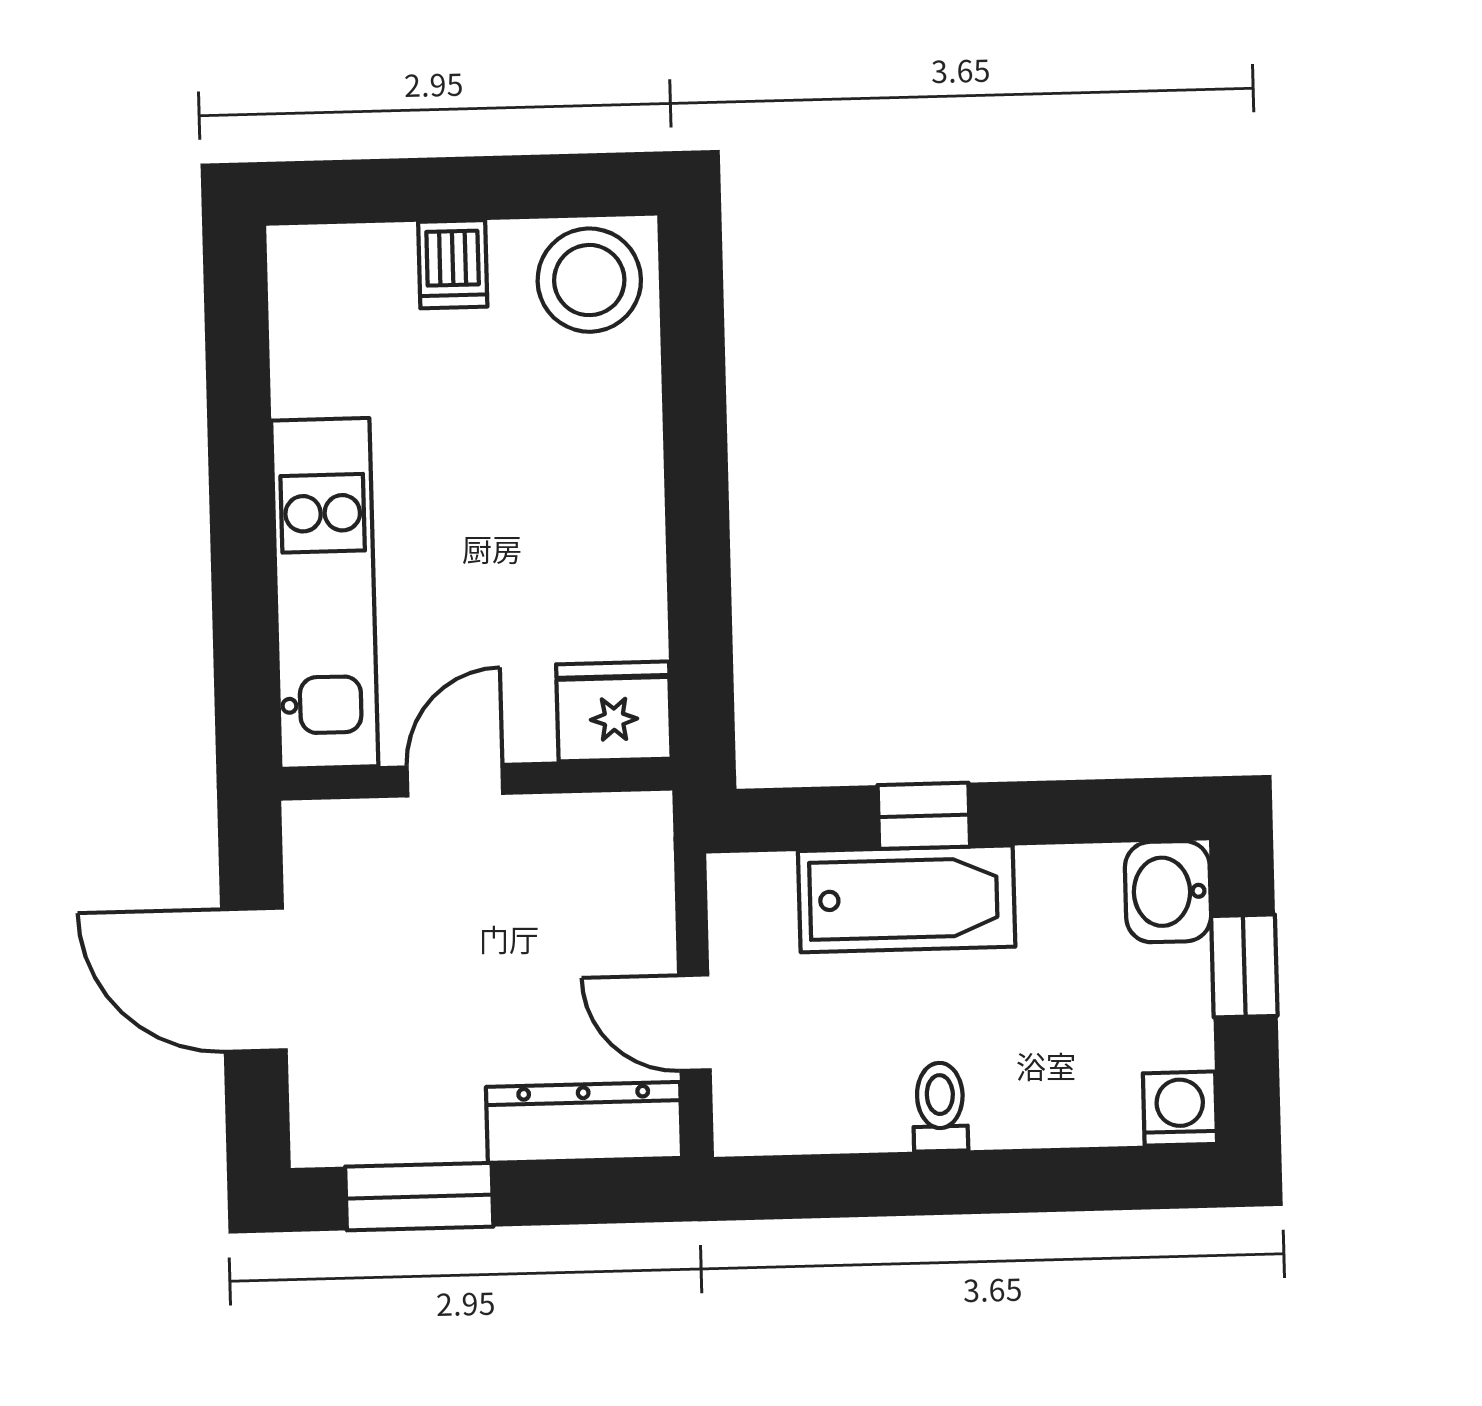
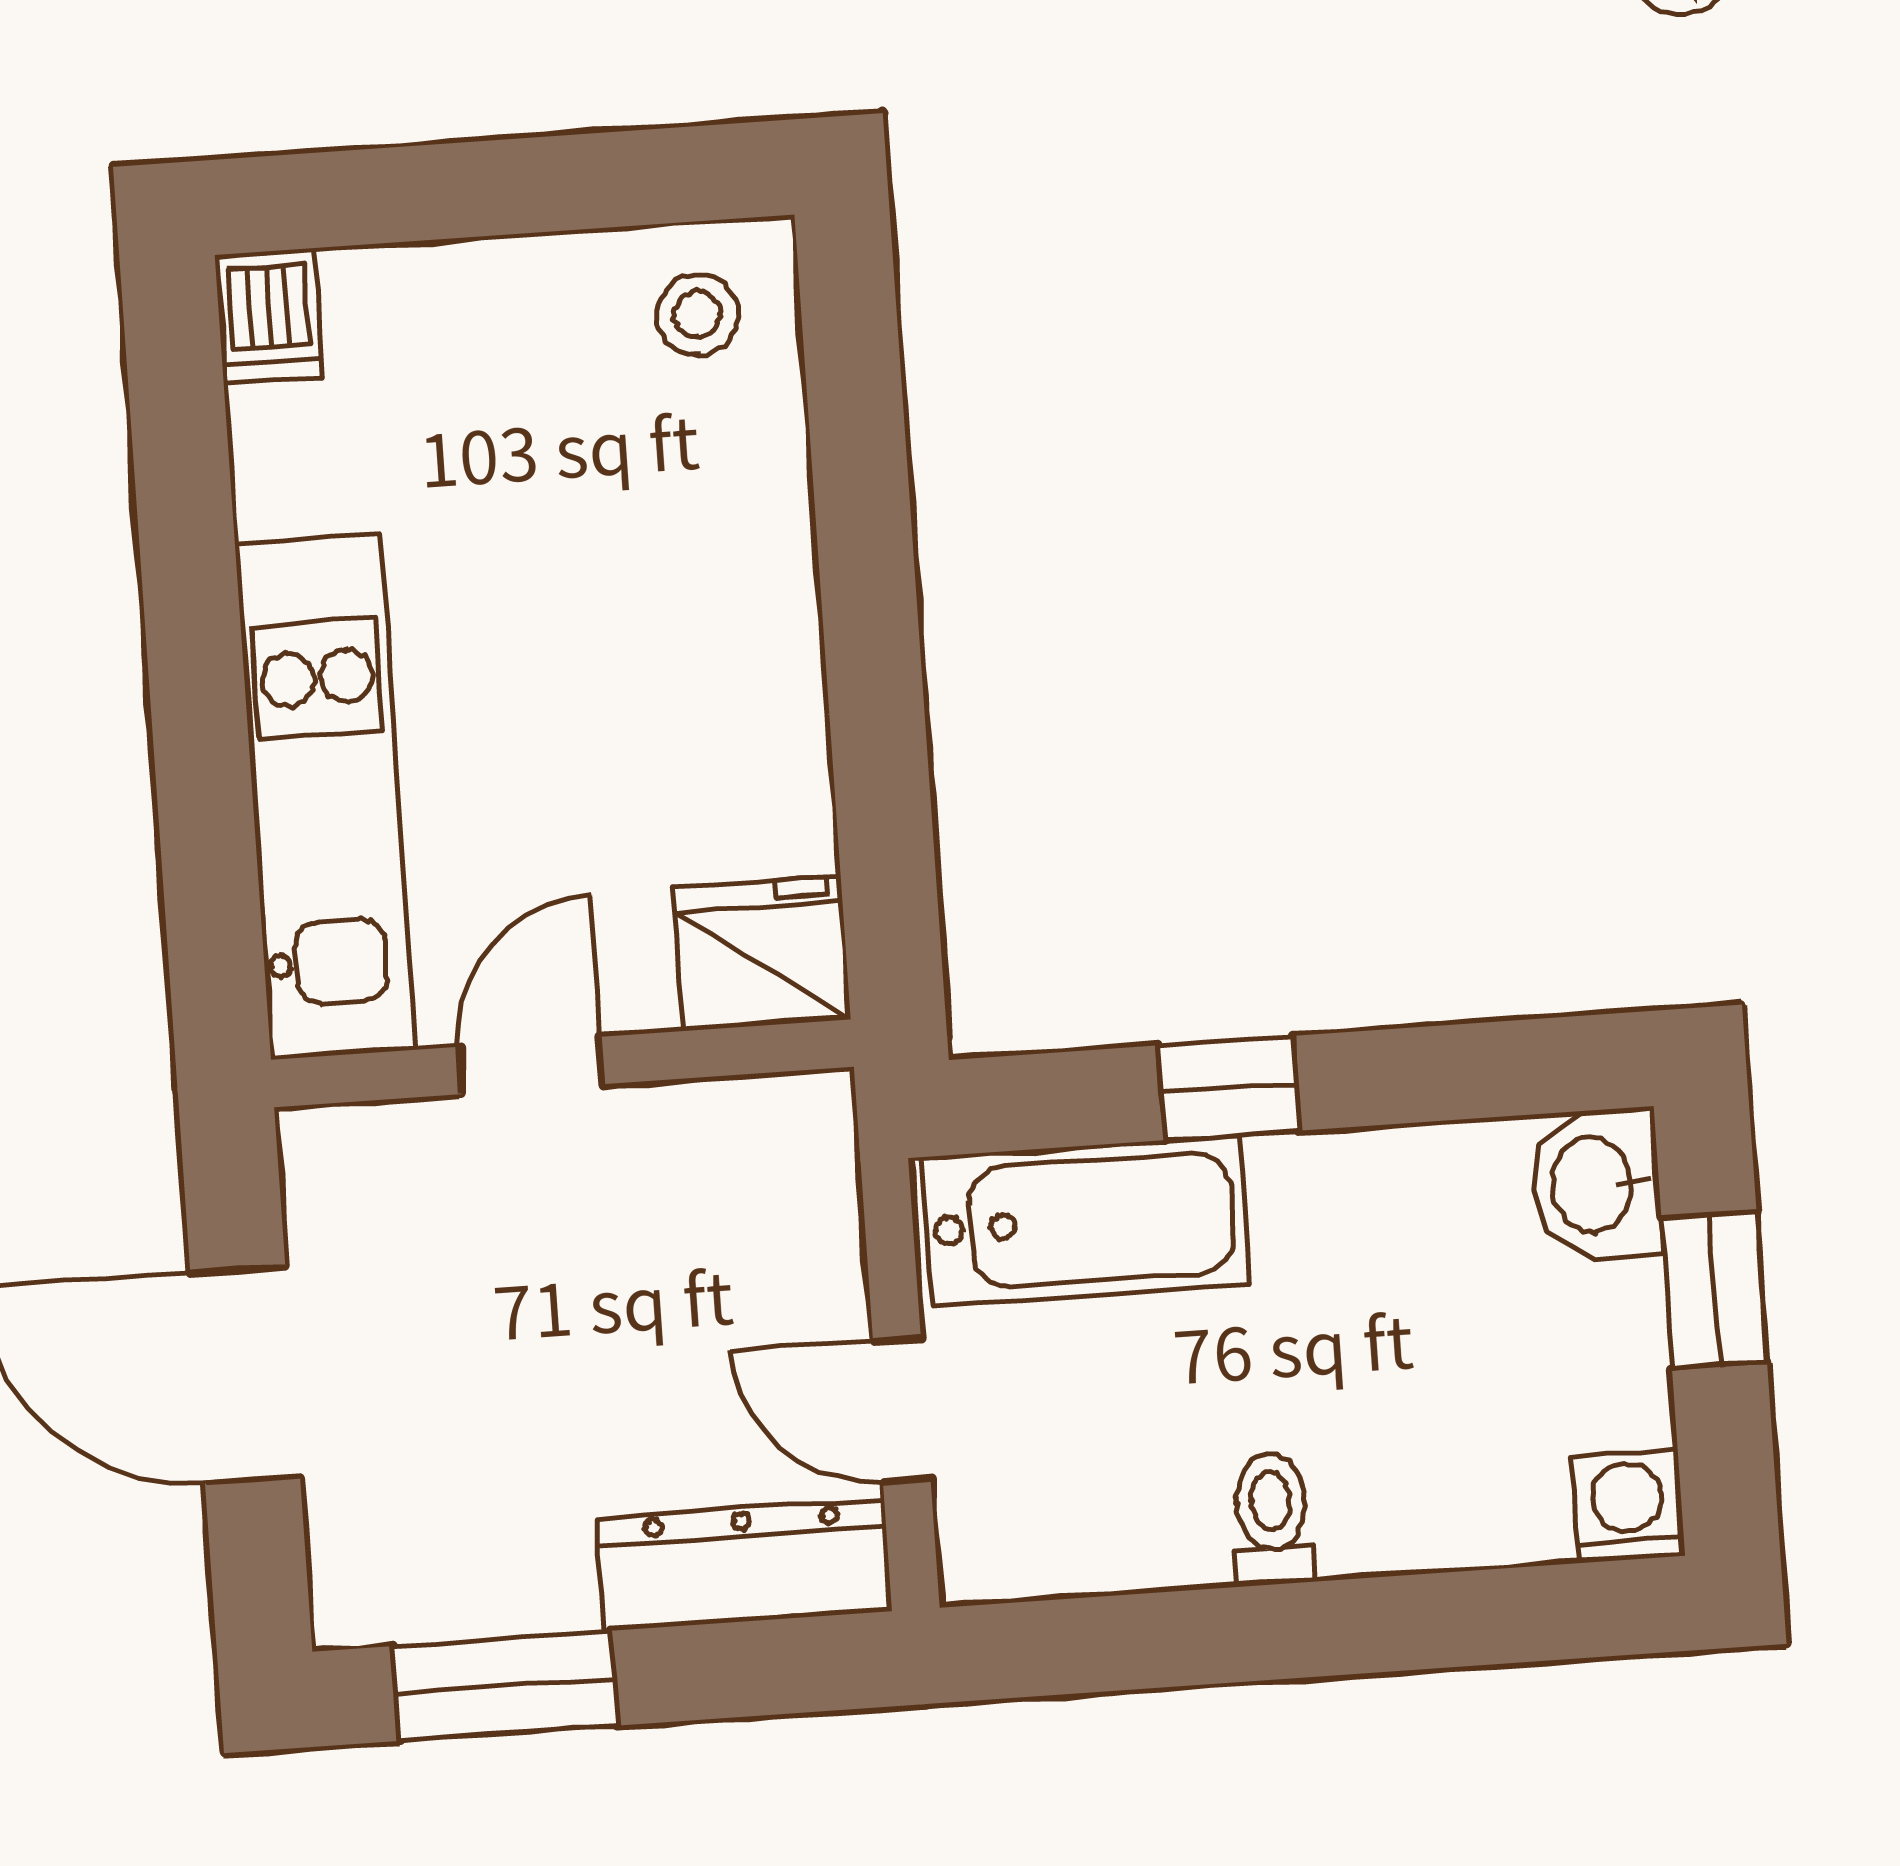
dishwasher: (453, 264) -> (269, 316), moved
stool: (589, 280) -> (698, 315), width x0.53, depth x0.53
bathtub: (907, 899) -> (1086, 1221), moved

